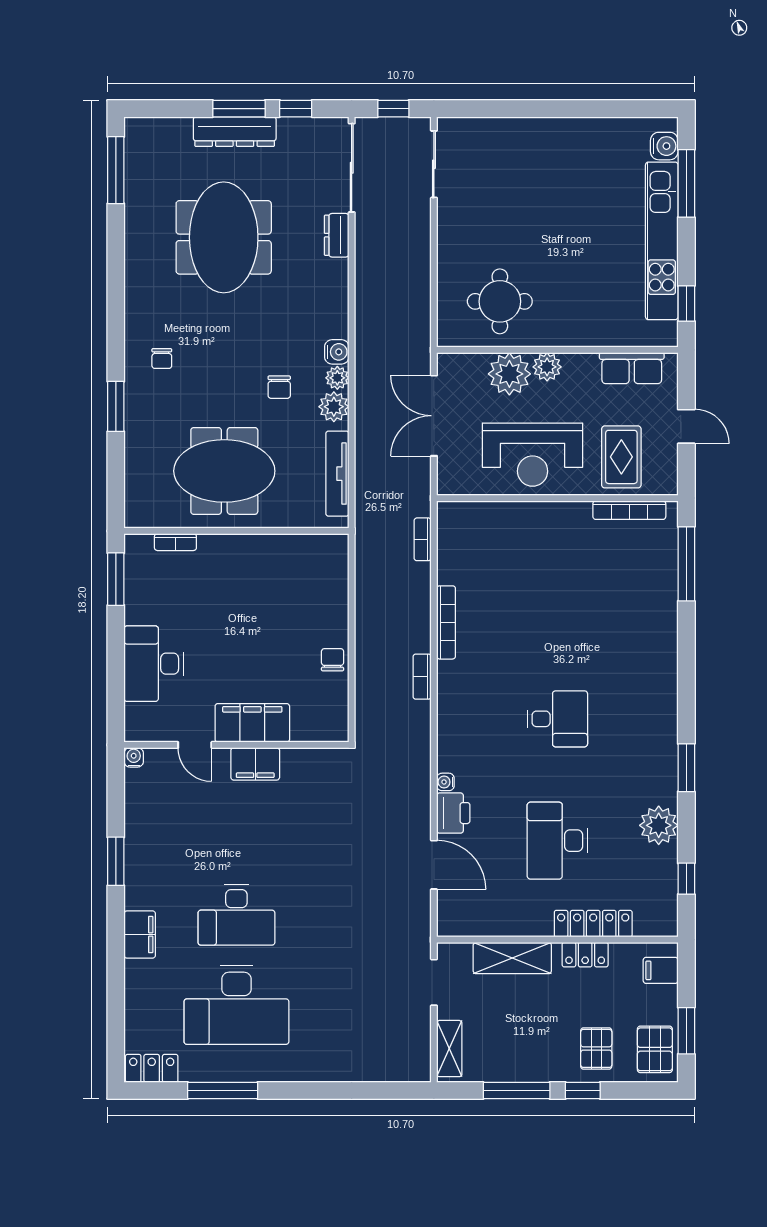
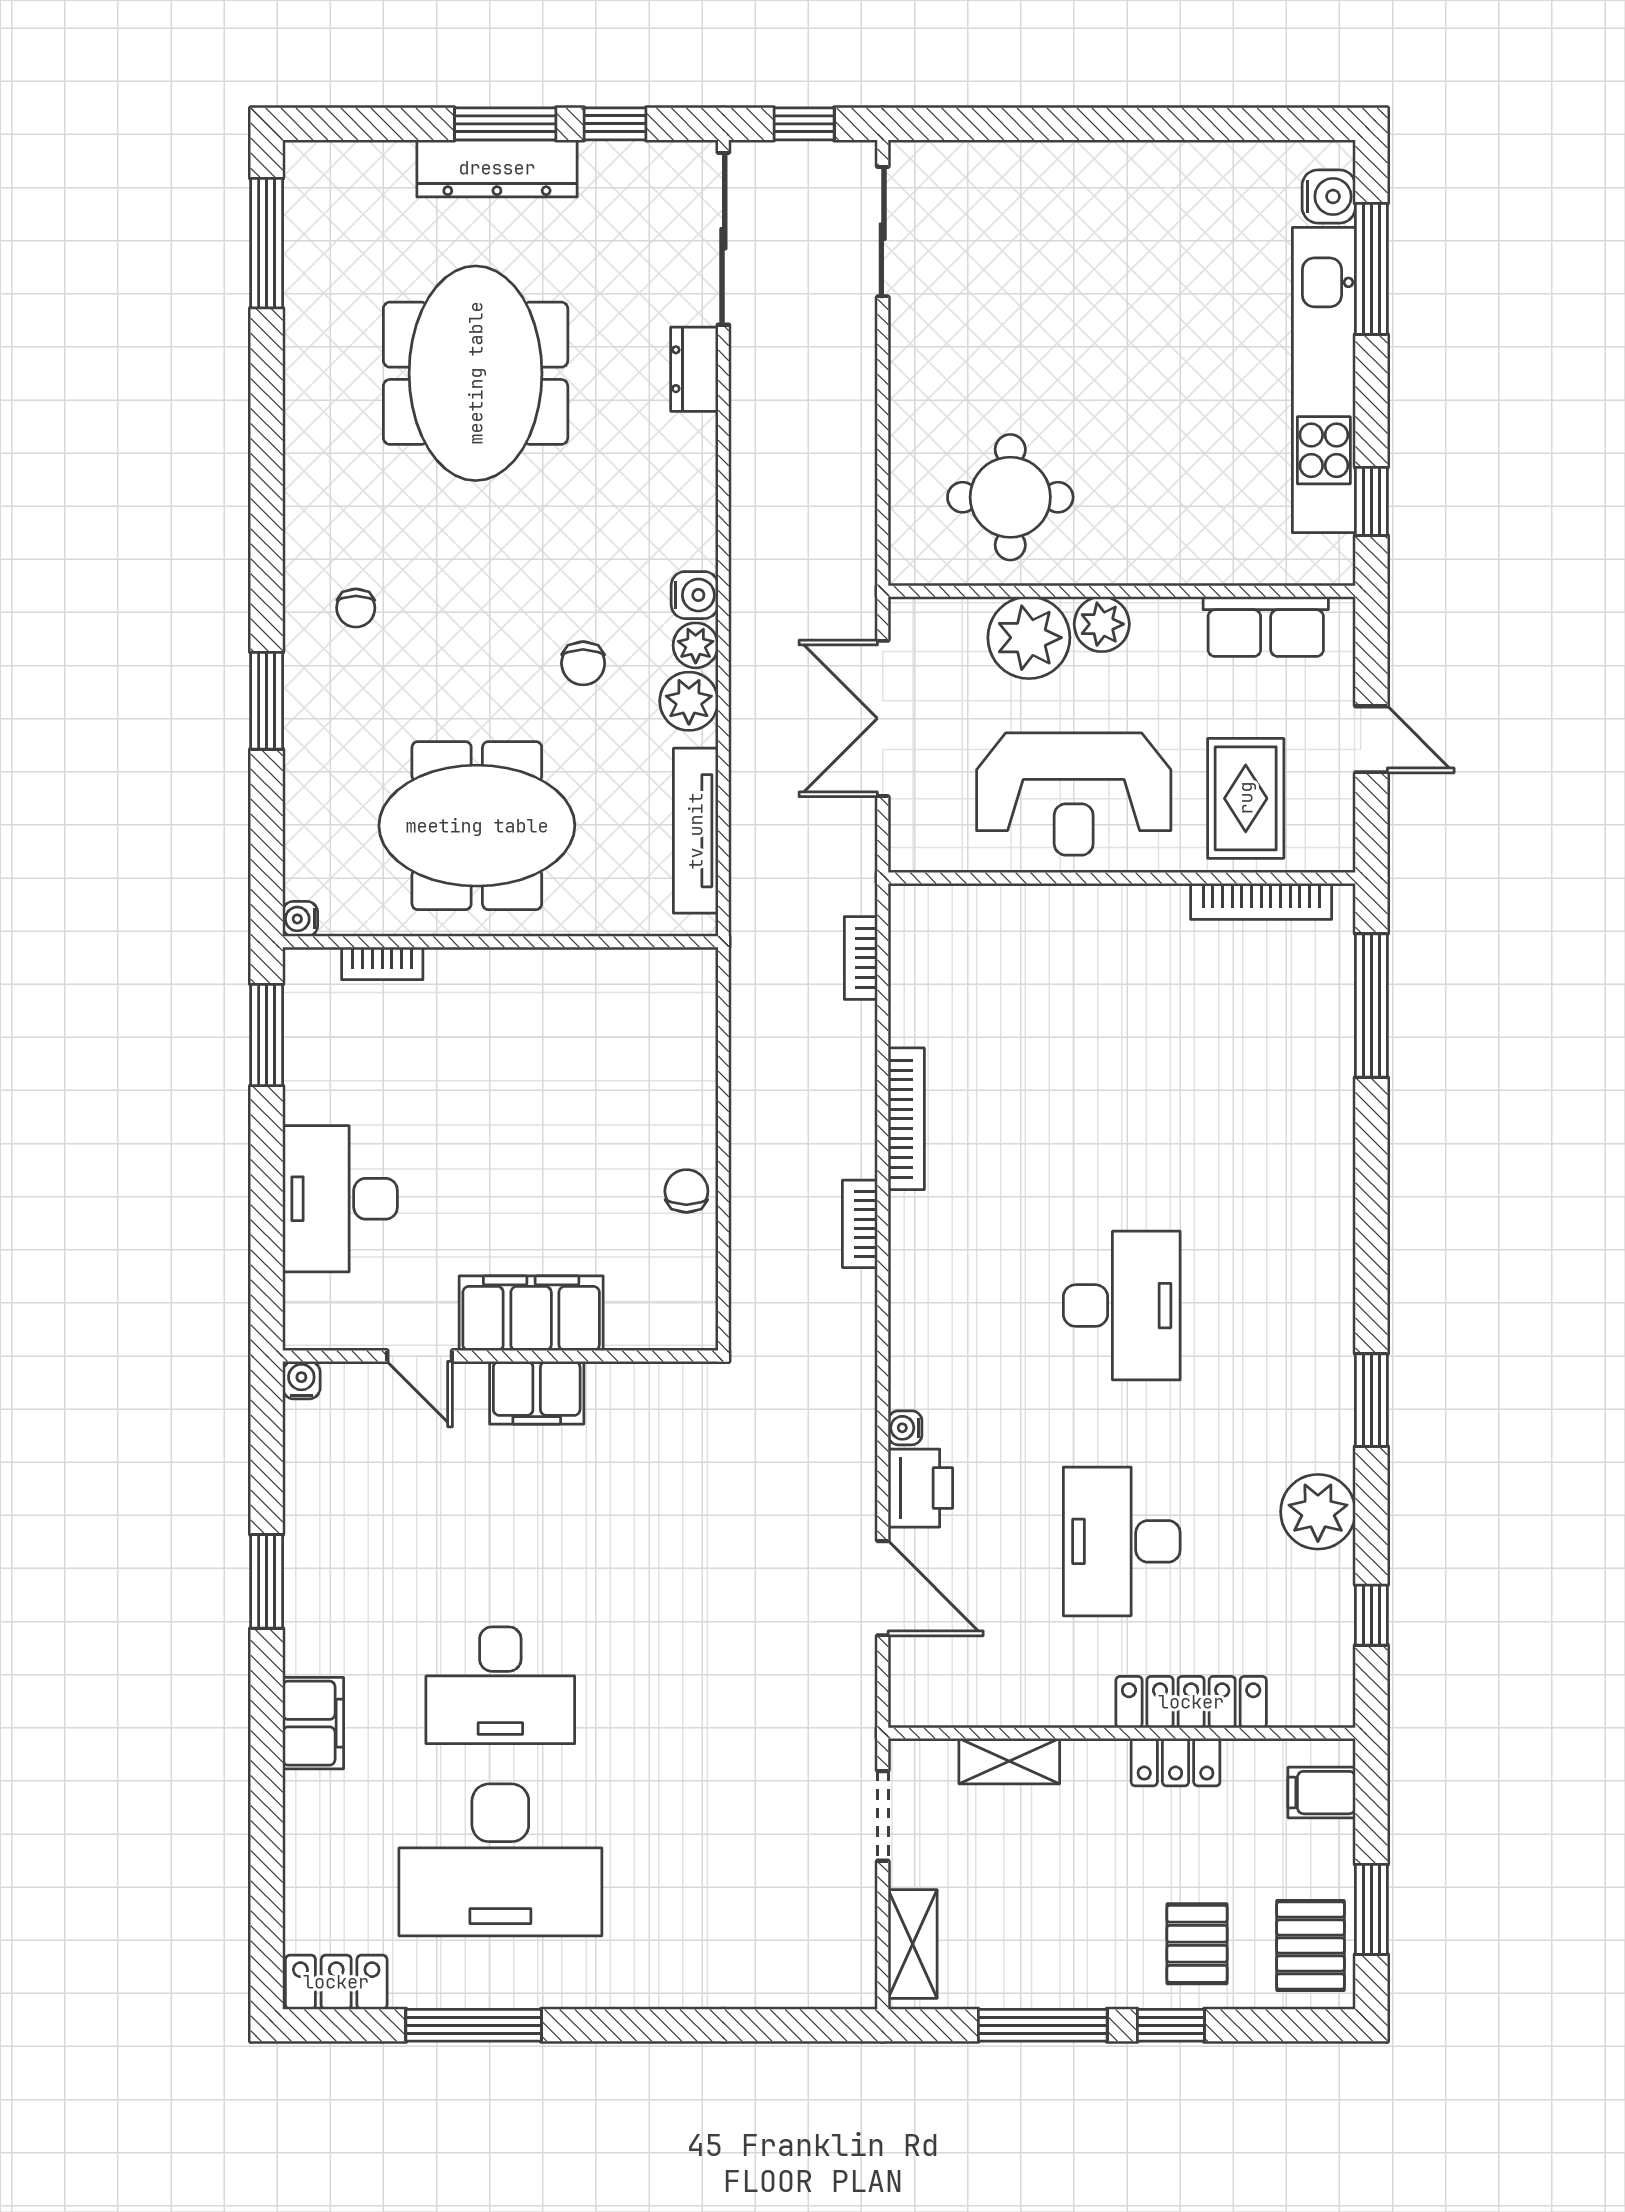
water cooler: (133, 519) -> (300, 919), added
desk: (557, 719) -> (1122, 1306), width x1.37
shelving: (512, 958) -> (1009, 1761), width x0.67, depth x0.75

